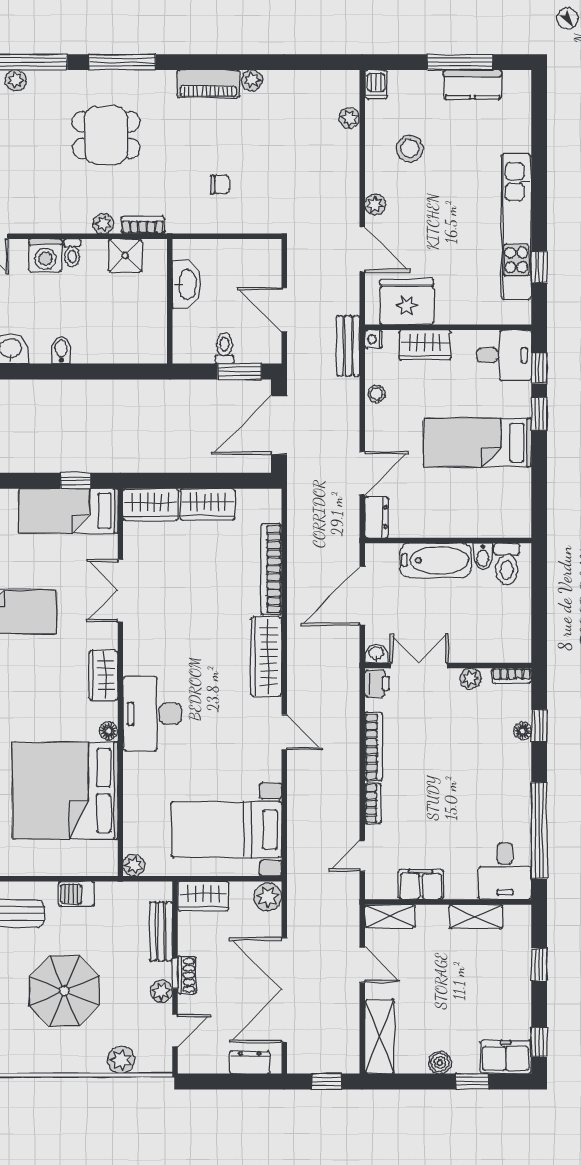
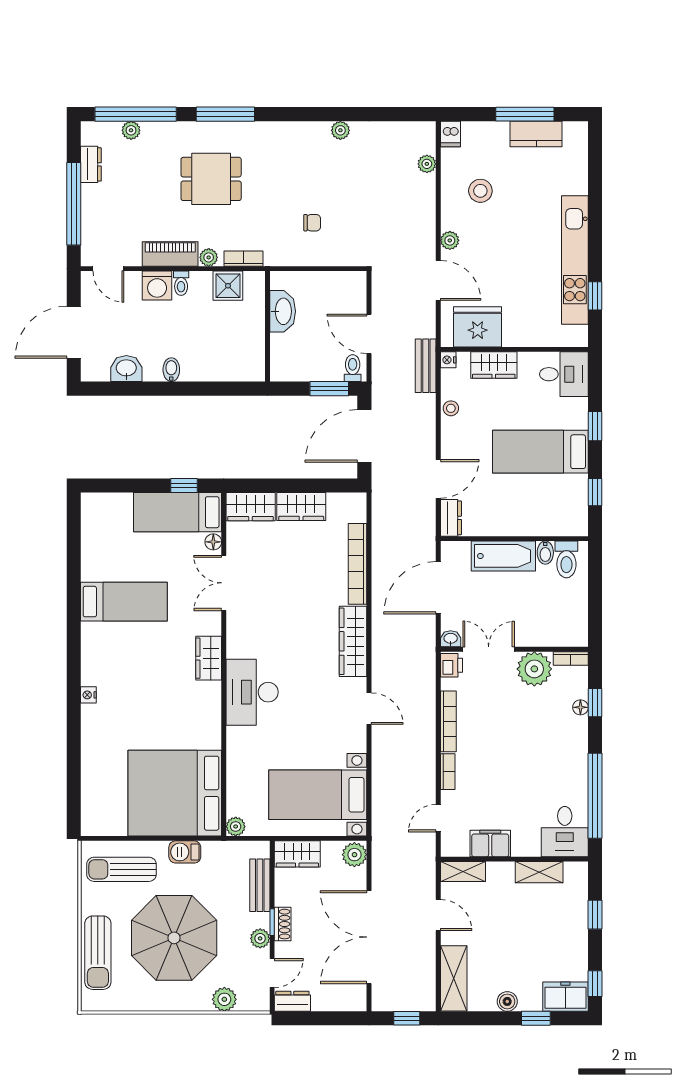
piano: (208, 84) -> (170, 254), moved, turned 180
toilet: (225, 348) -> (353, 368), moved
window: (539, 368) -> (595, 492), moved
plant: (471, 678) -> (534, 669), width x1.87, depth x1.87
floor lamp: (109, 731) -> (213, 542), moved
bed: (65, 791) -> (175, 793), moved
parasol: (64, 991) -> (174, 938), width x1.36, depth x1.36
dresser: (250, 1062) -> (292, 1001), moved

